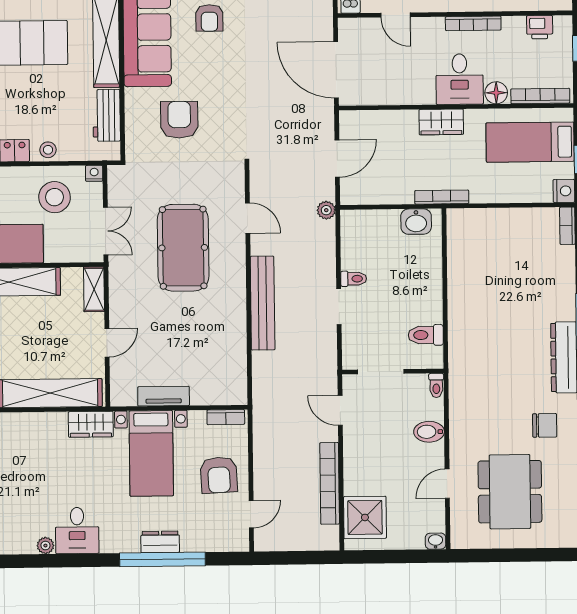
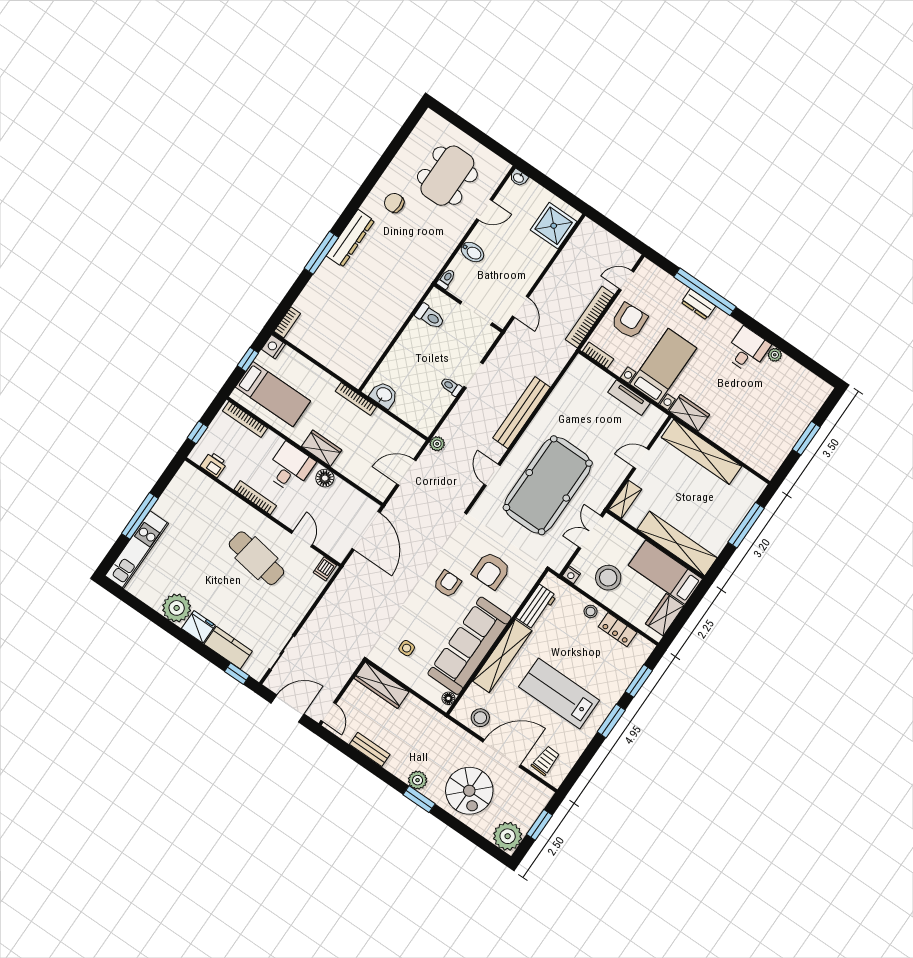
armchair: (209, 18) -> (447, 584), moved
floor lamp: (496, 93) -> (325, 478), moved
pool table: (183, 248) -> (548, 485), width x1.36, depth x1.32
bookcase: (330, 483) -> (590, 317), moved, turned 180

